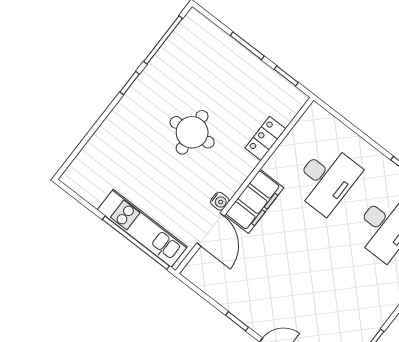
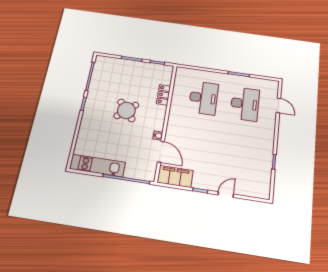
round table: (192, 132) -> (126, 110), turned -35
filing cabinet: (254, 201) -> (175, 176), moved, turned -90
kitchen unit: (142, 228) -> (97, 166), moved

